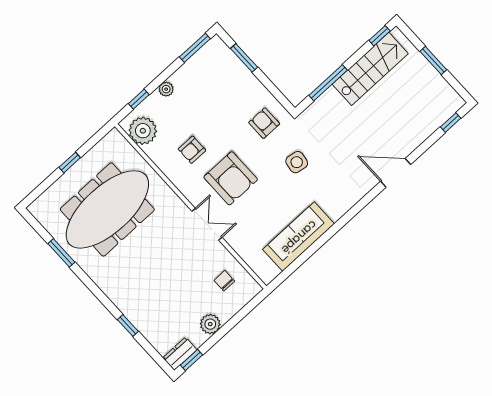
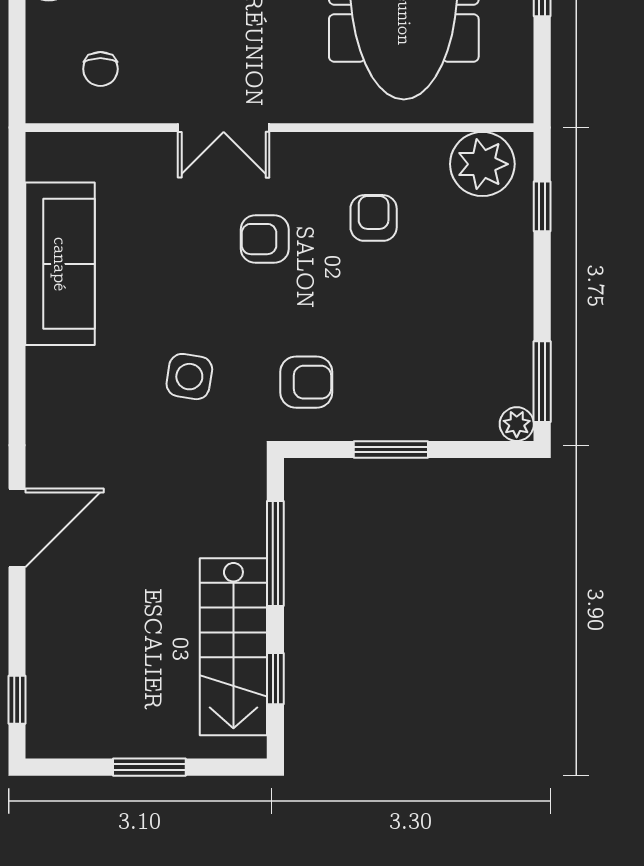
window: (379, 36) -> (275, 679), moved
window: (244, 58) -> (391, 449), moved
plant: (166, 89) -> (517, 424), moved
armchair: (231, 178) -> (265, 239), width x0.53, depth x0.53
chair: (224, 281) -> (100, 69), turned 90

